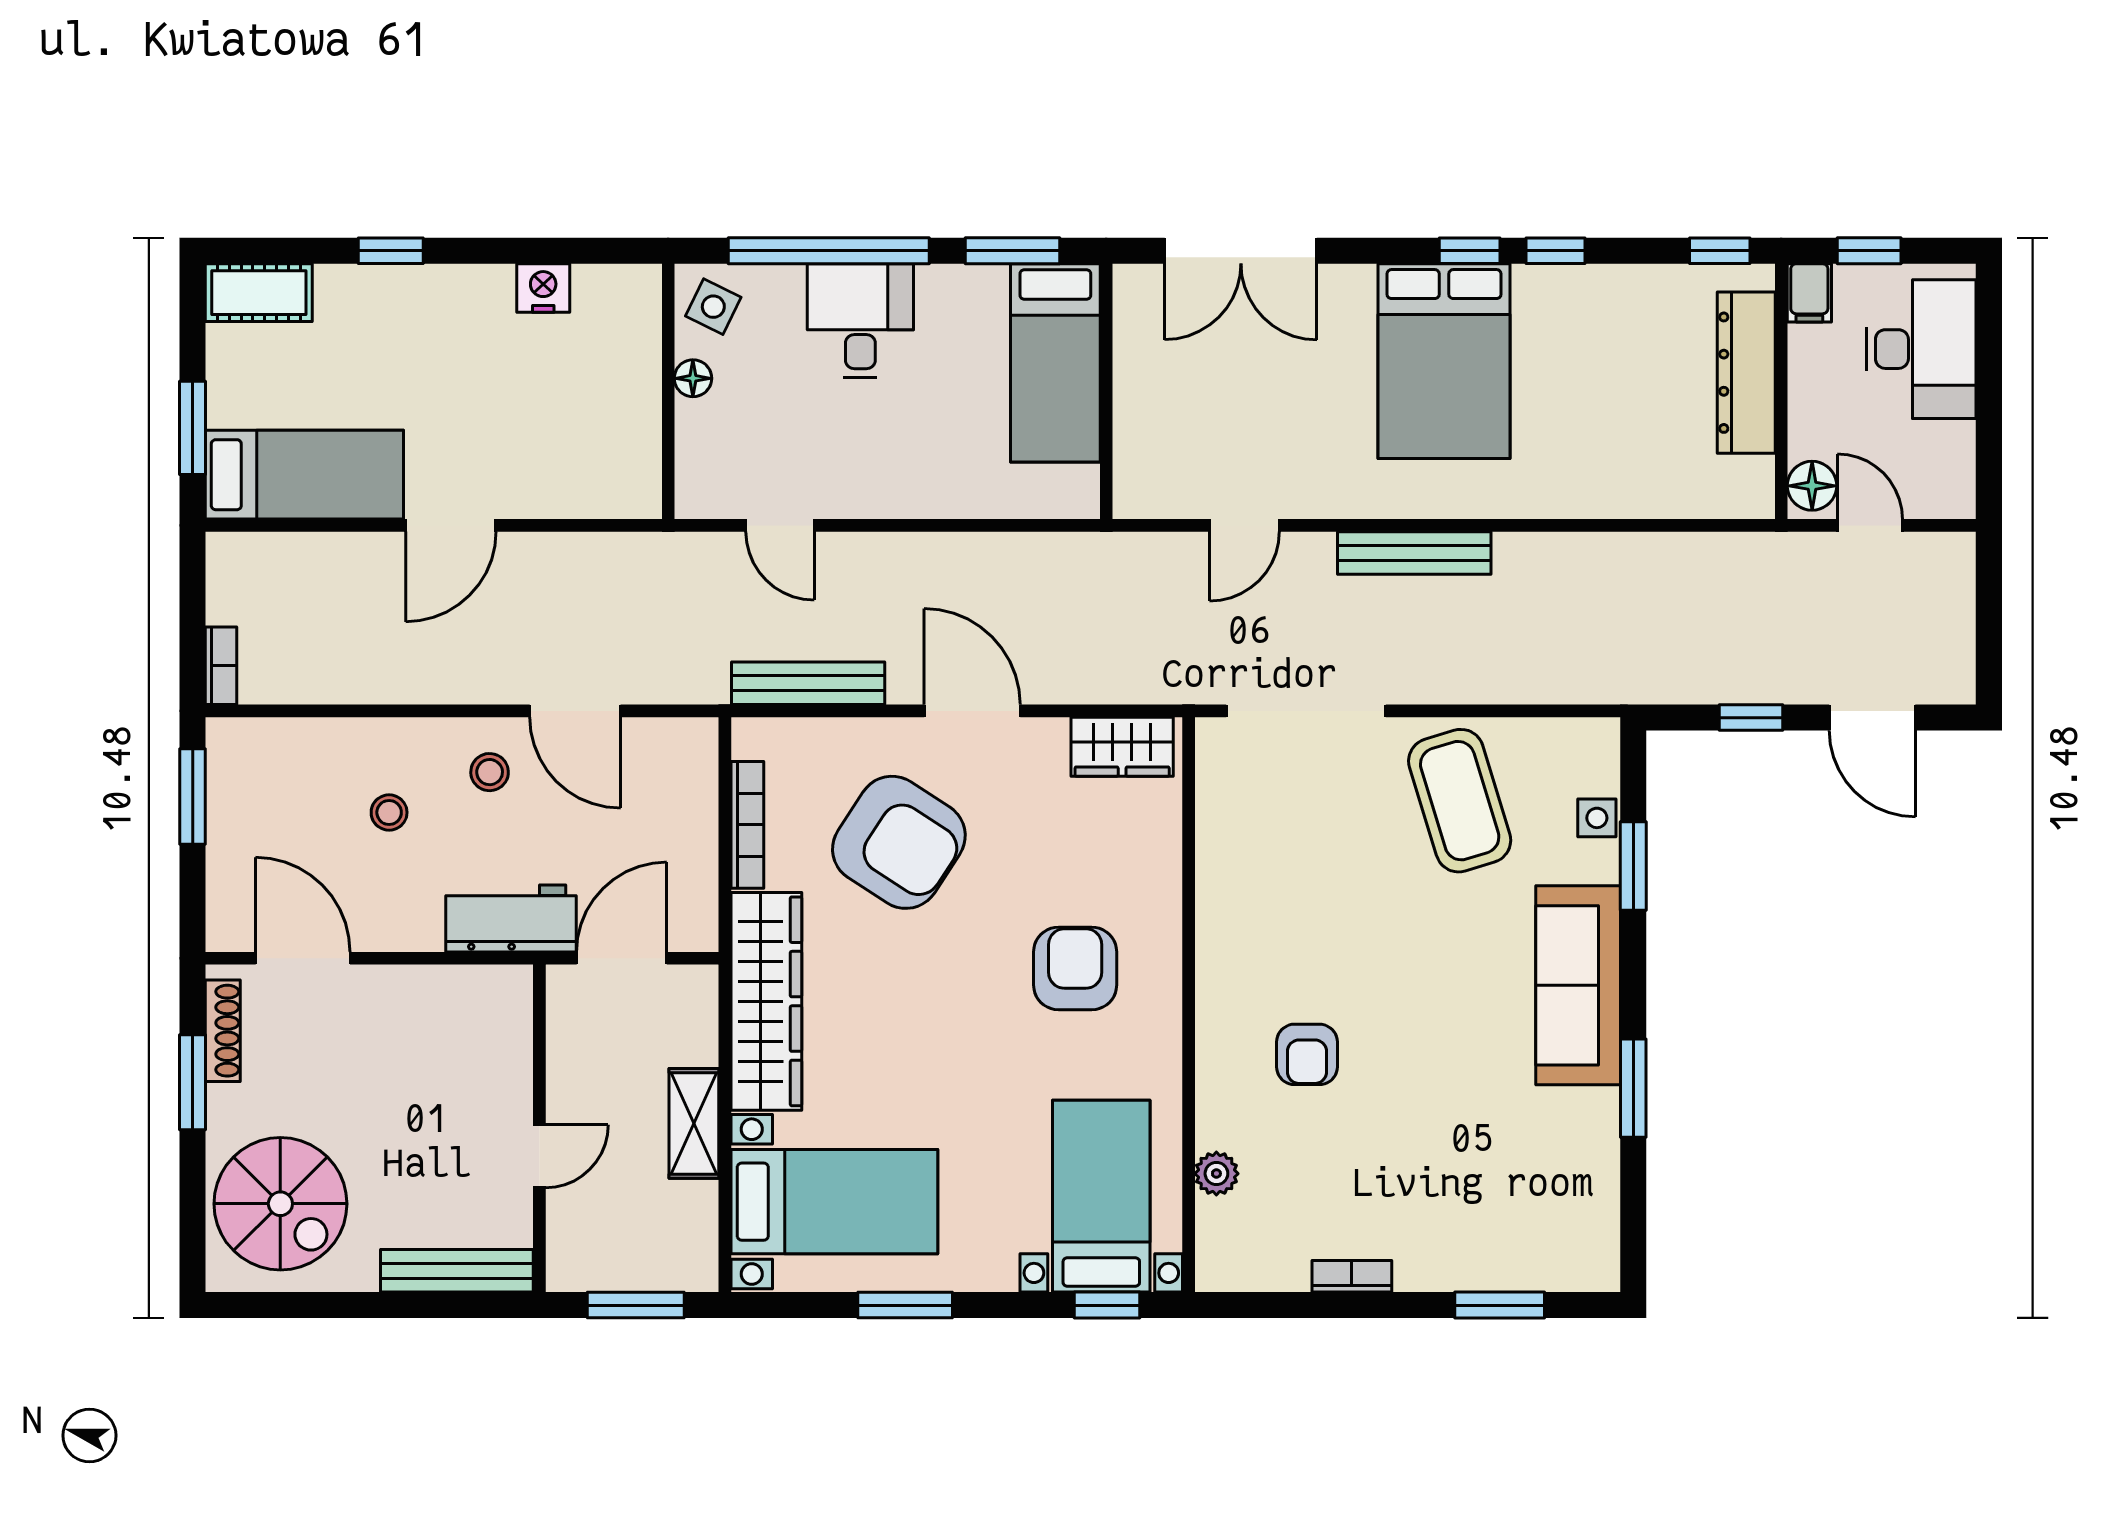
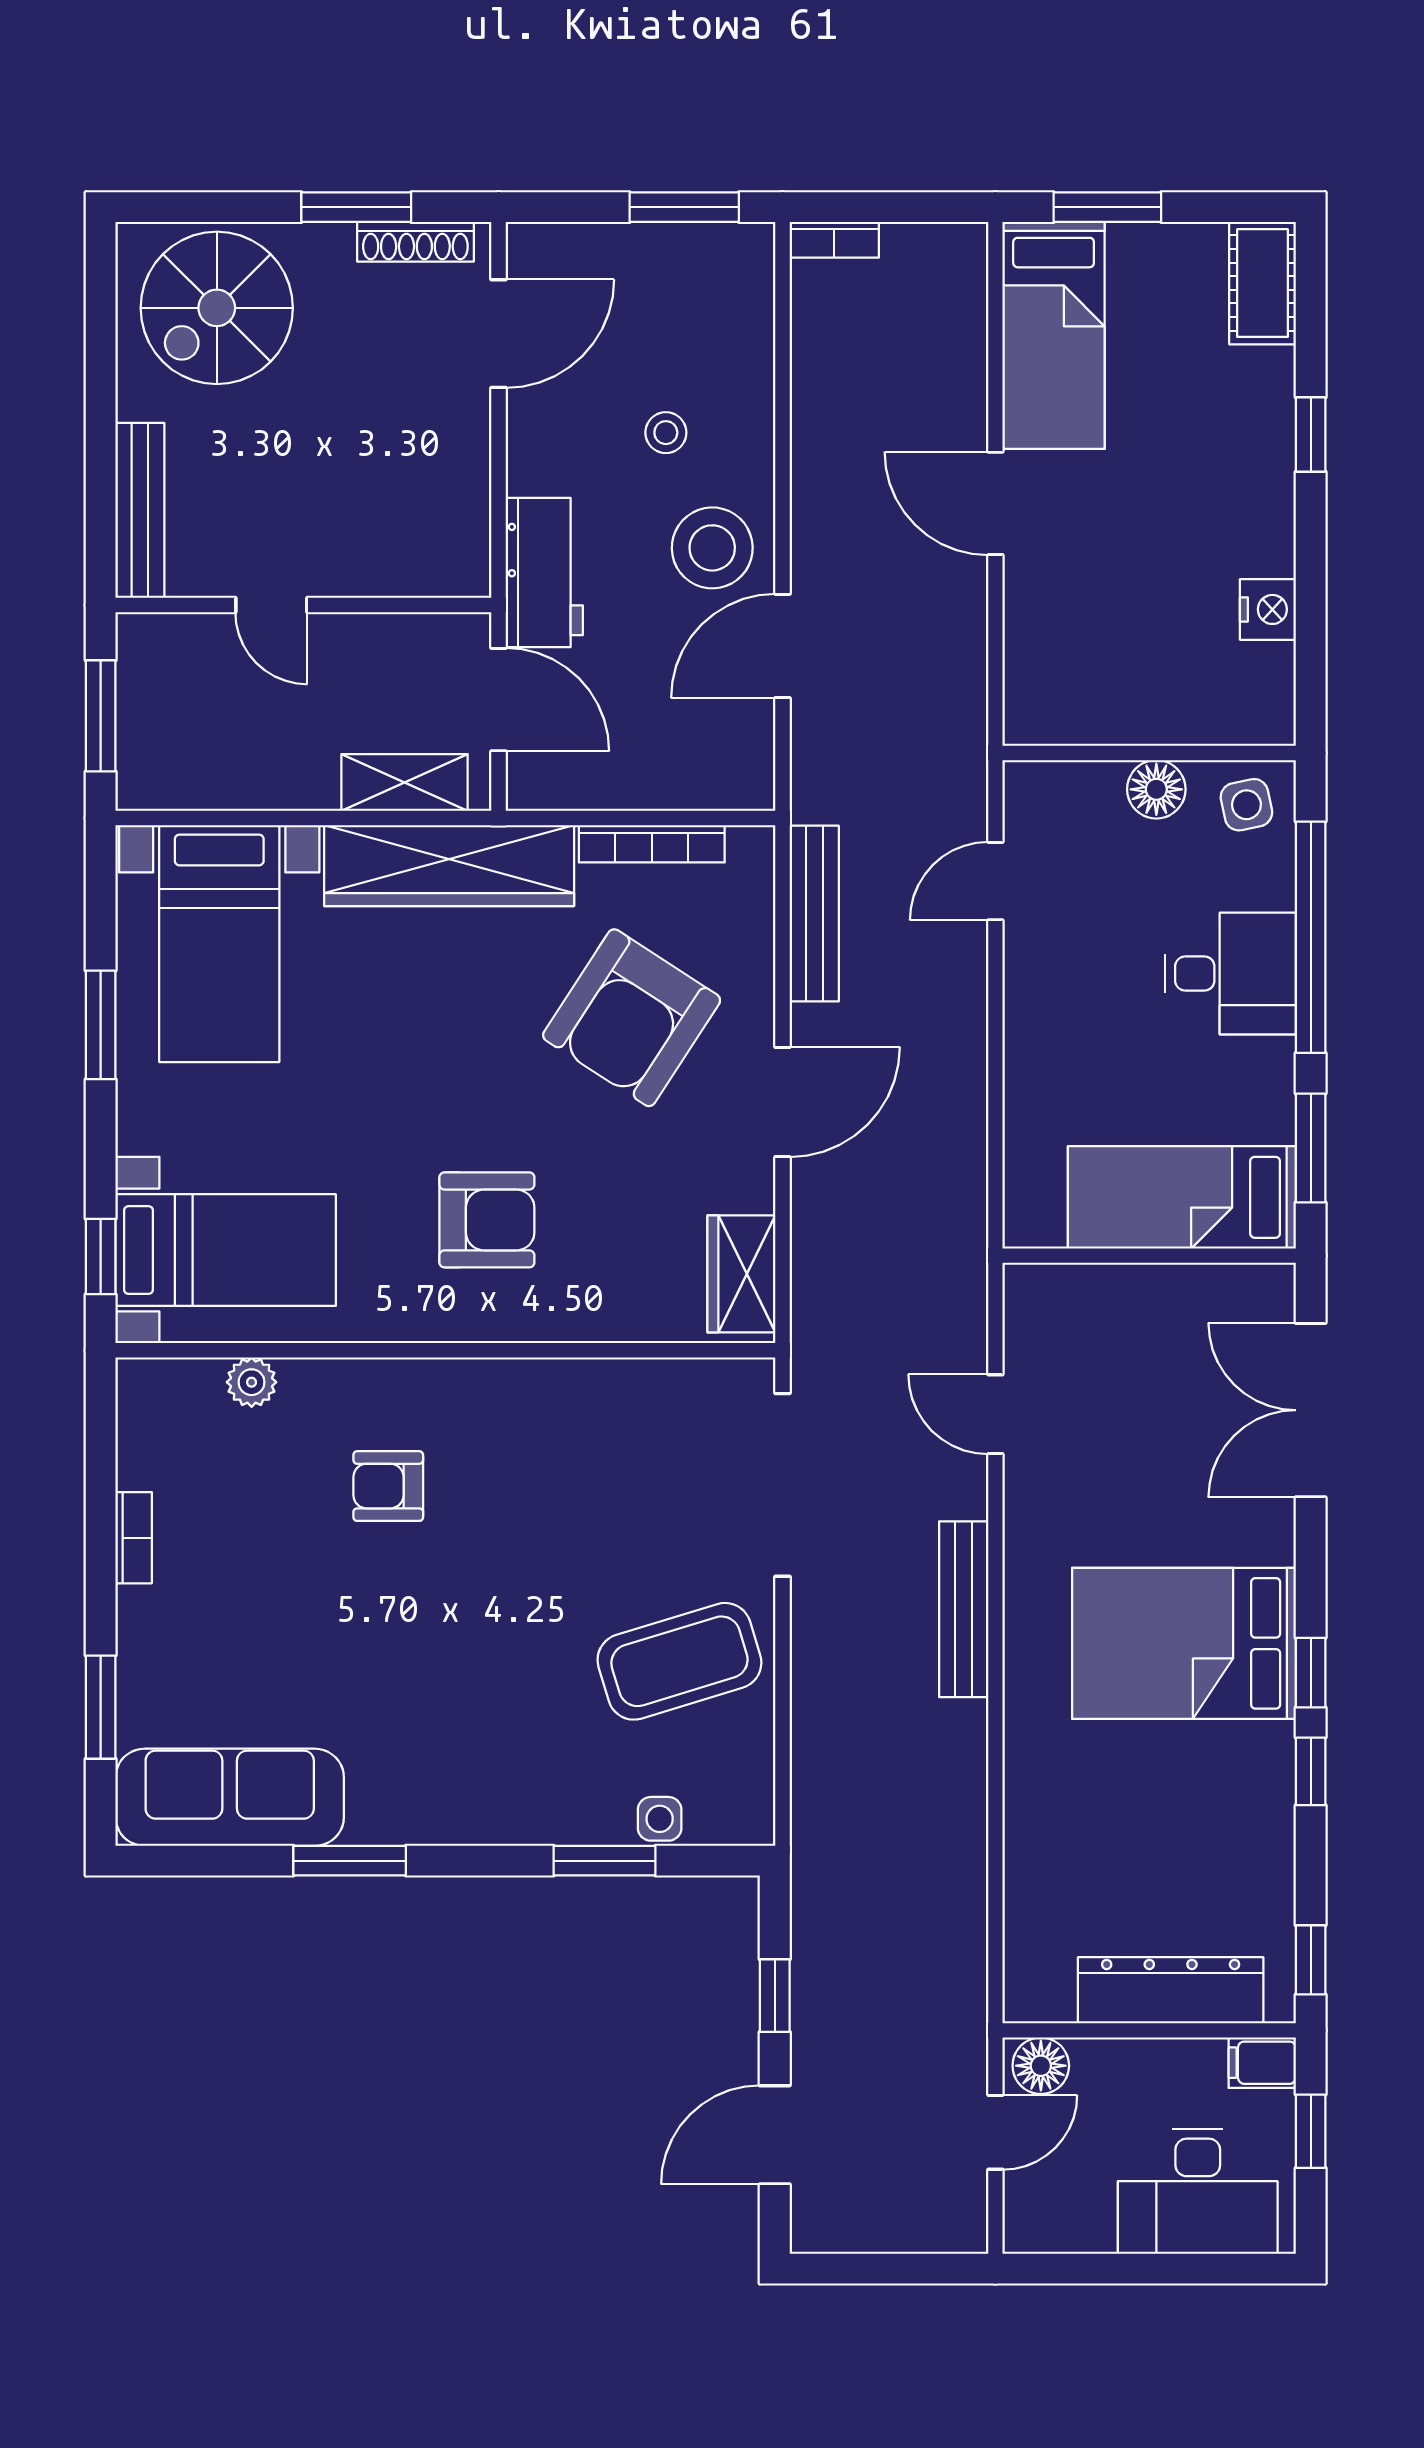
side table: (713, 307) -> (1246, 805), turned -38
floor lamp: (693, 378) -> (1156, 789), width x1.37, depth x1.37
stool: (490, 772) -> (712, 548), width x1.89, depth x1.89
sofa: (1578, 985) -> (230, 1797), moved
shelving: (694, 1123) -> (405, 782), moved

